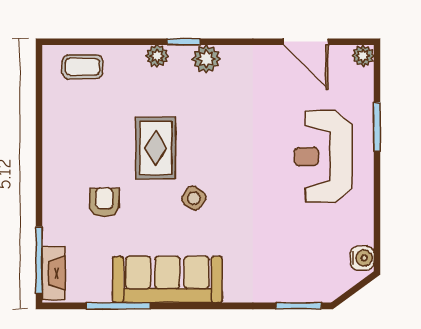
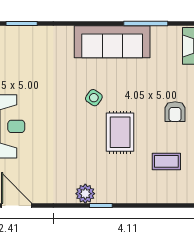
plant: (157, 56) -> (119, 196), removed
coffee table: (82, 67) -> (166, 161), moved
armchair: (104, 203) -> (175, 112), moved

